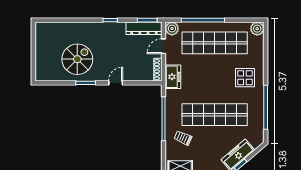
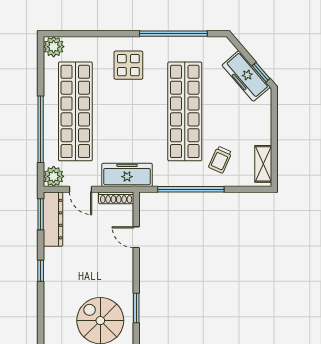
freezer: (173, 77) -> (127, 175), width x1.40
door: (116, 83) -> (136, 237), moved

